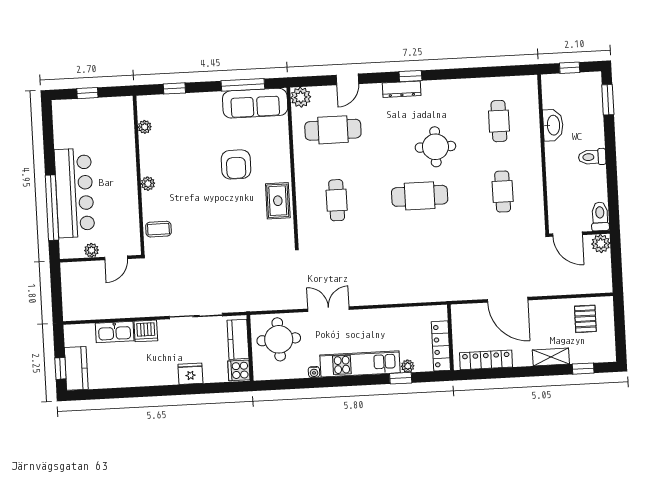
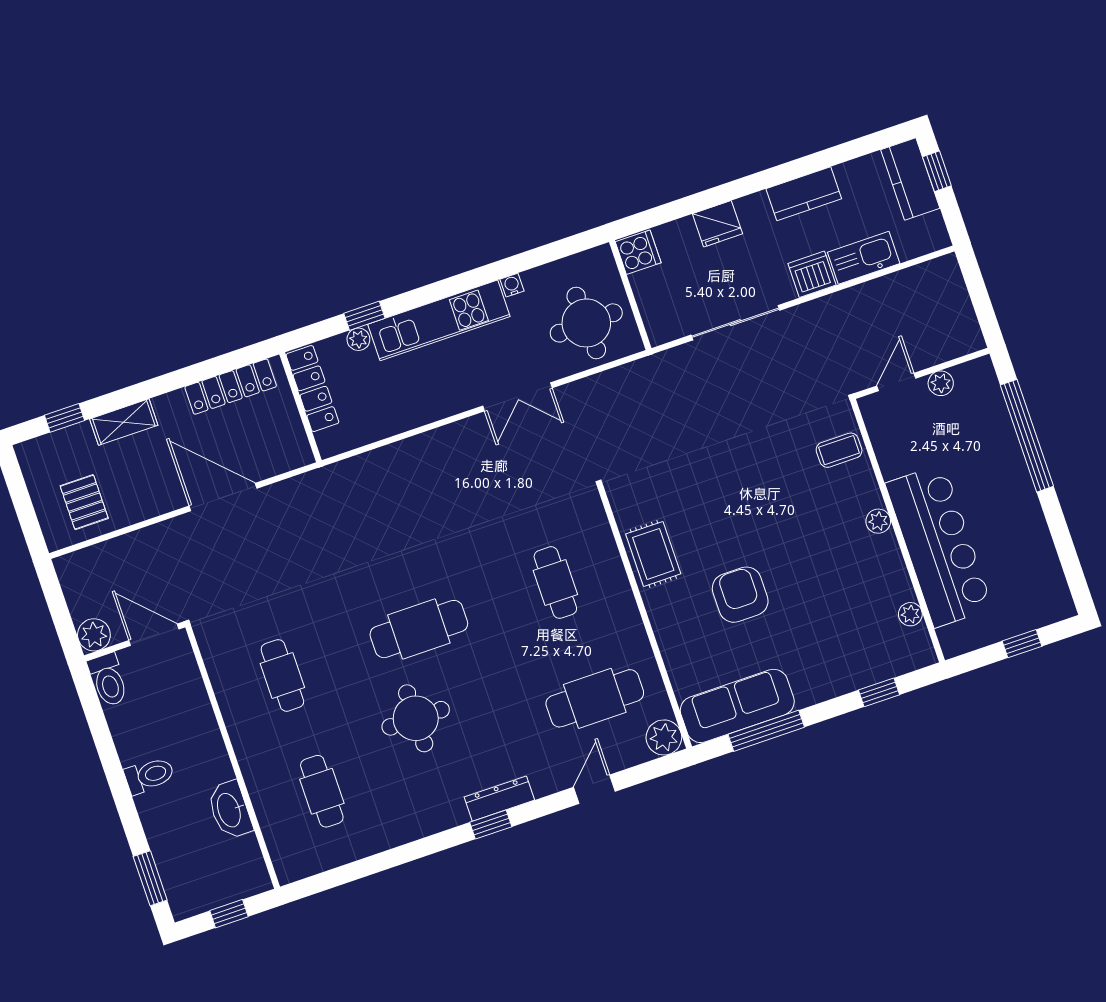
bar counter: (74, 193) -> (939, 546), moved, turned 180
kitchen counter: (238, 339) -> (804, 194), moved, turned 90

